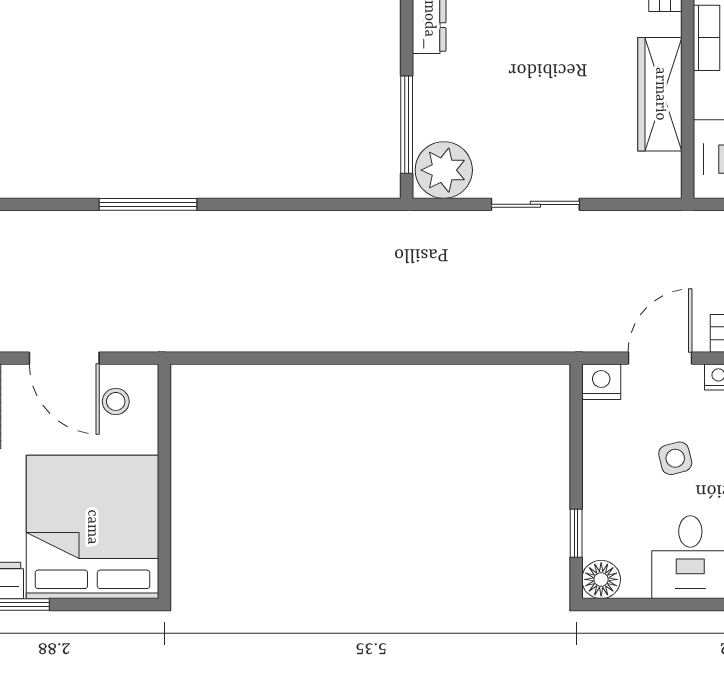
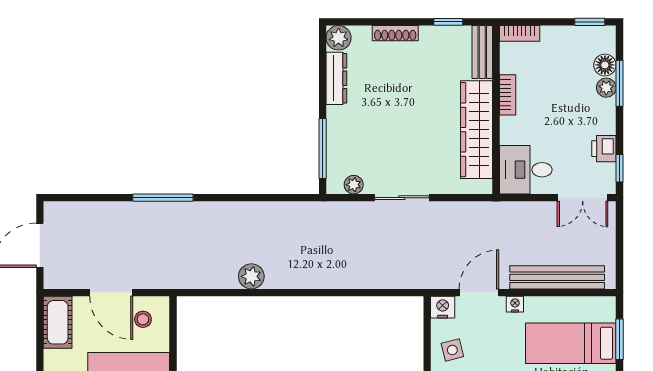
wardrobe: (660, 94) -> (477, 130), width x1.40, depth x1.17
plant: (444, 170) -> (354, 185), width x0.53, depth x0.53
plant: (291, 332) -> (251, 276), added
side table: (675, 458) -> (452, 350), moved

